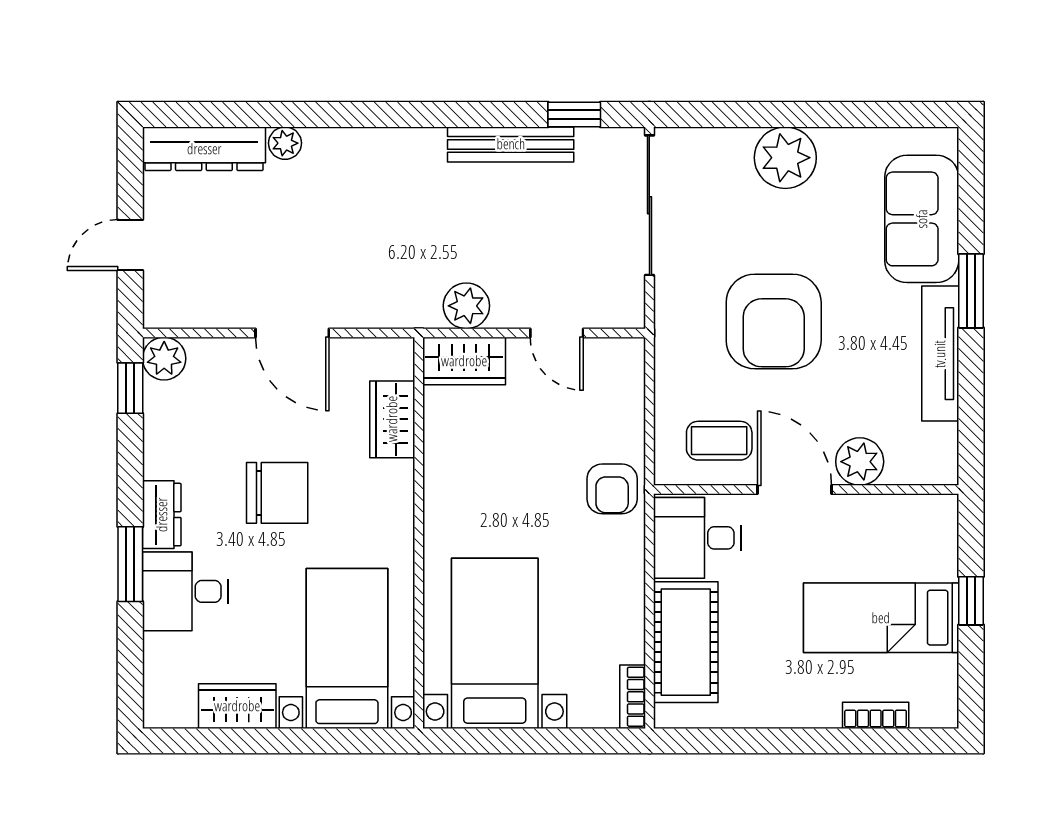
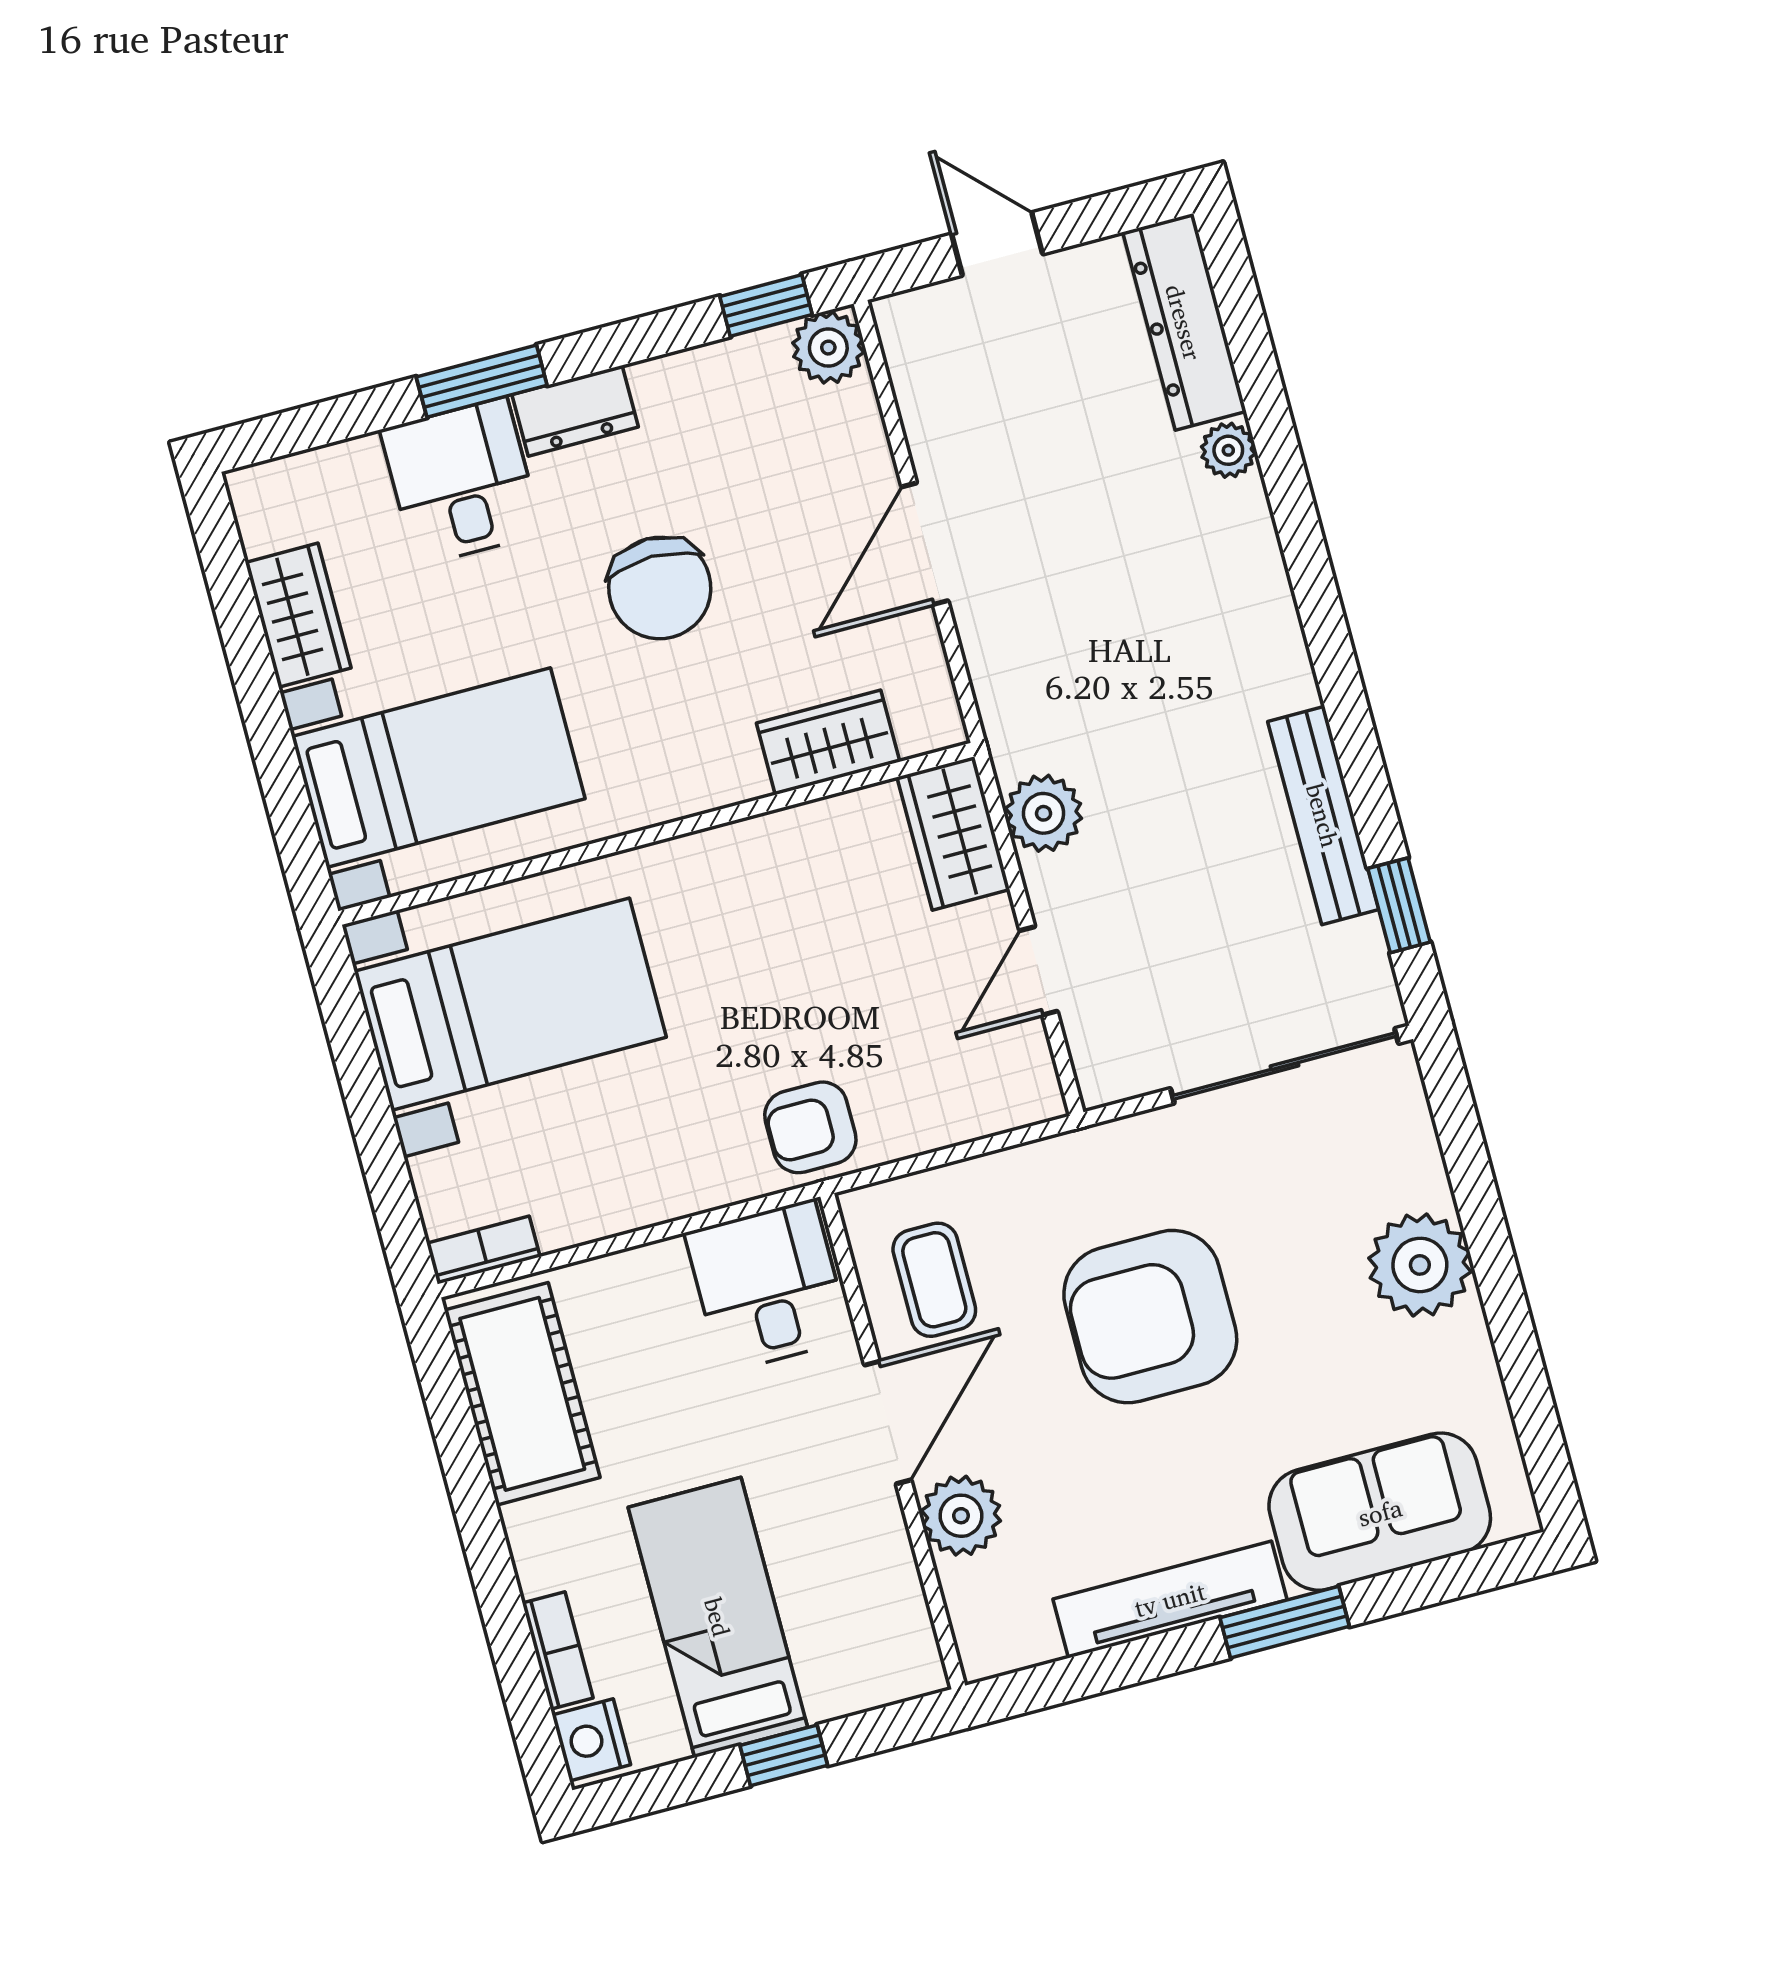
cot: (686, 642) -> (522, 1394), moved, turned 90
nightstand: (932, 710) -> (591, 1740), added

